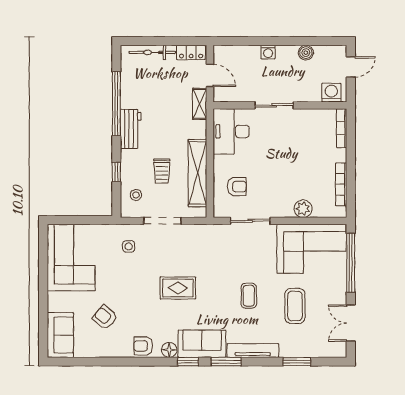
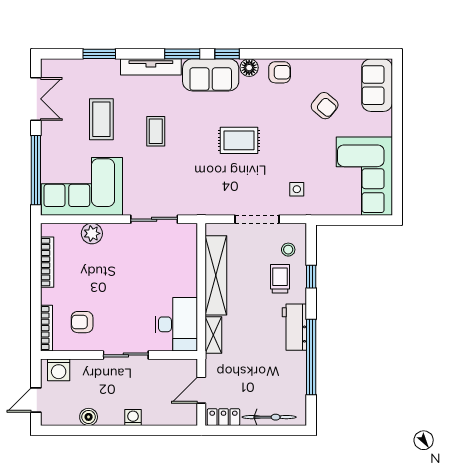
door: (210, 75) -> (201, 390), hinge flipped
shelving: (200, 104) -> (213, 335), moved
trolley: (162, 171) -> (280, 279), moved
armchair: (237, 187) -> (82, 322), moved

